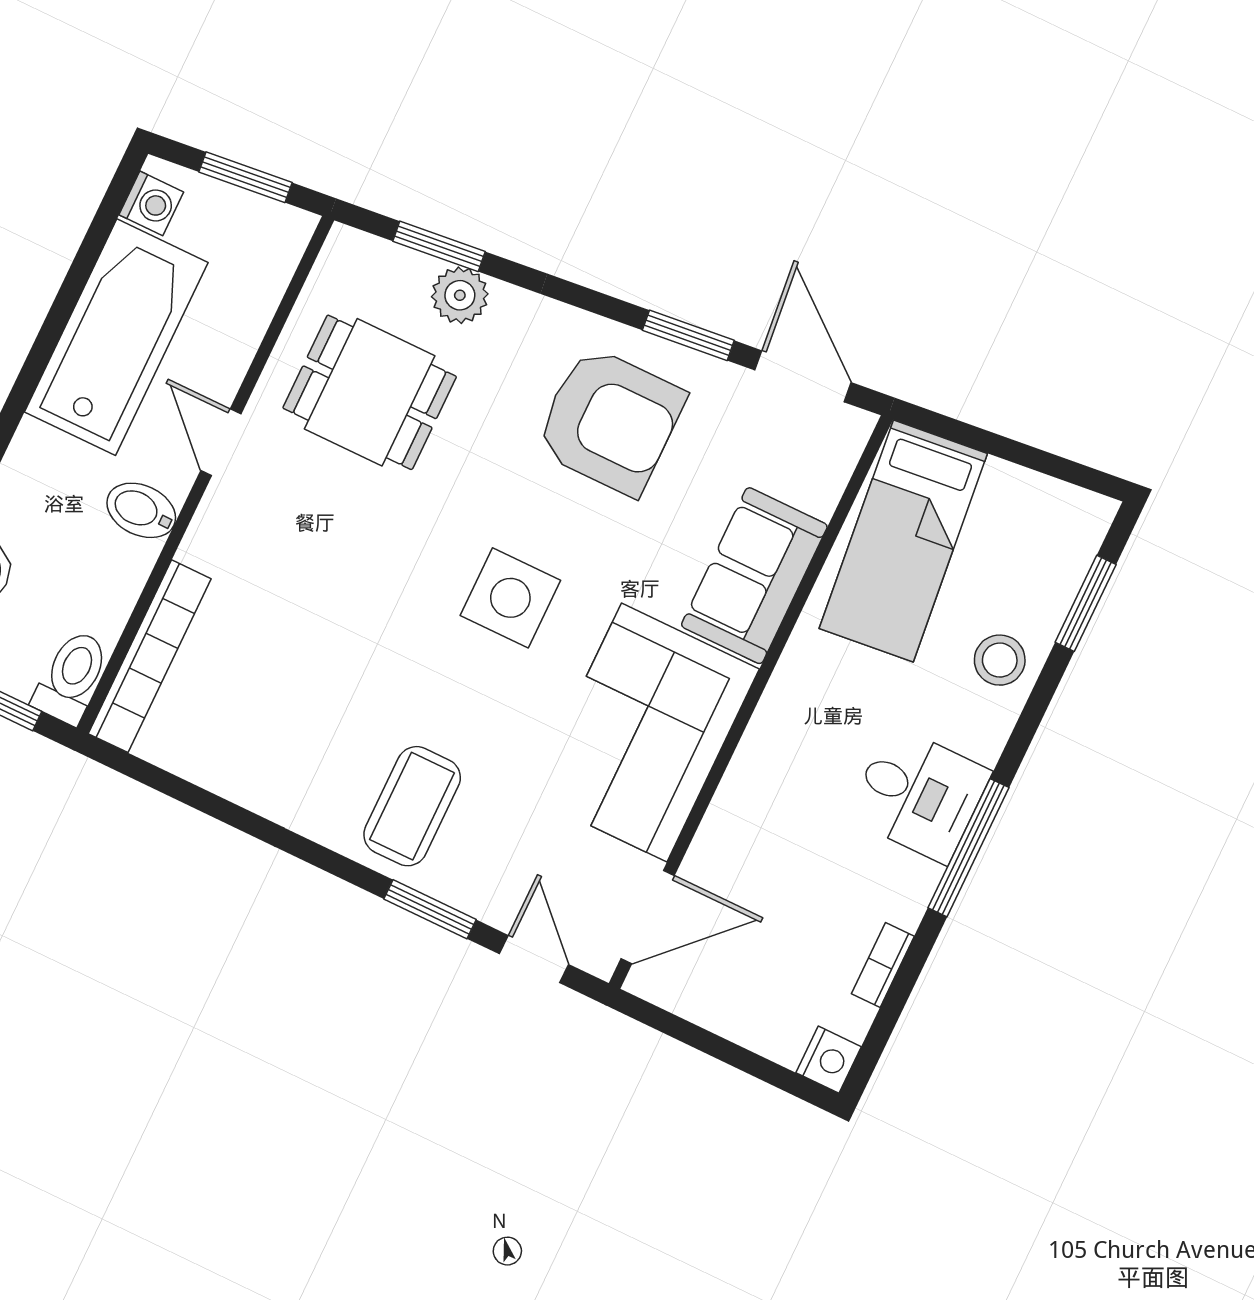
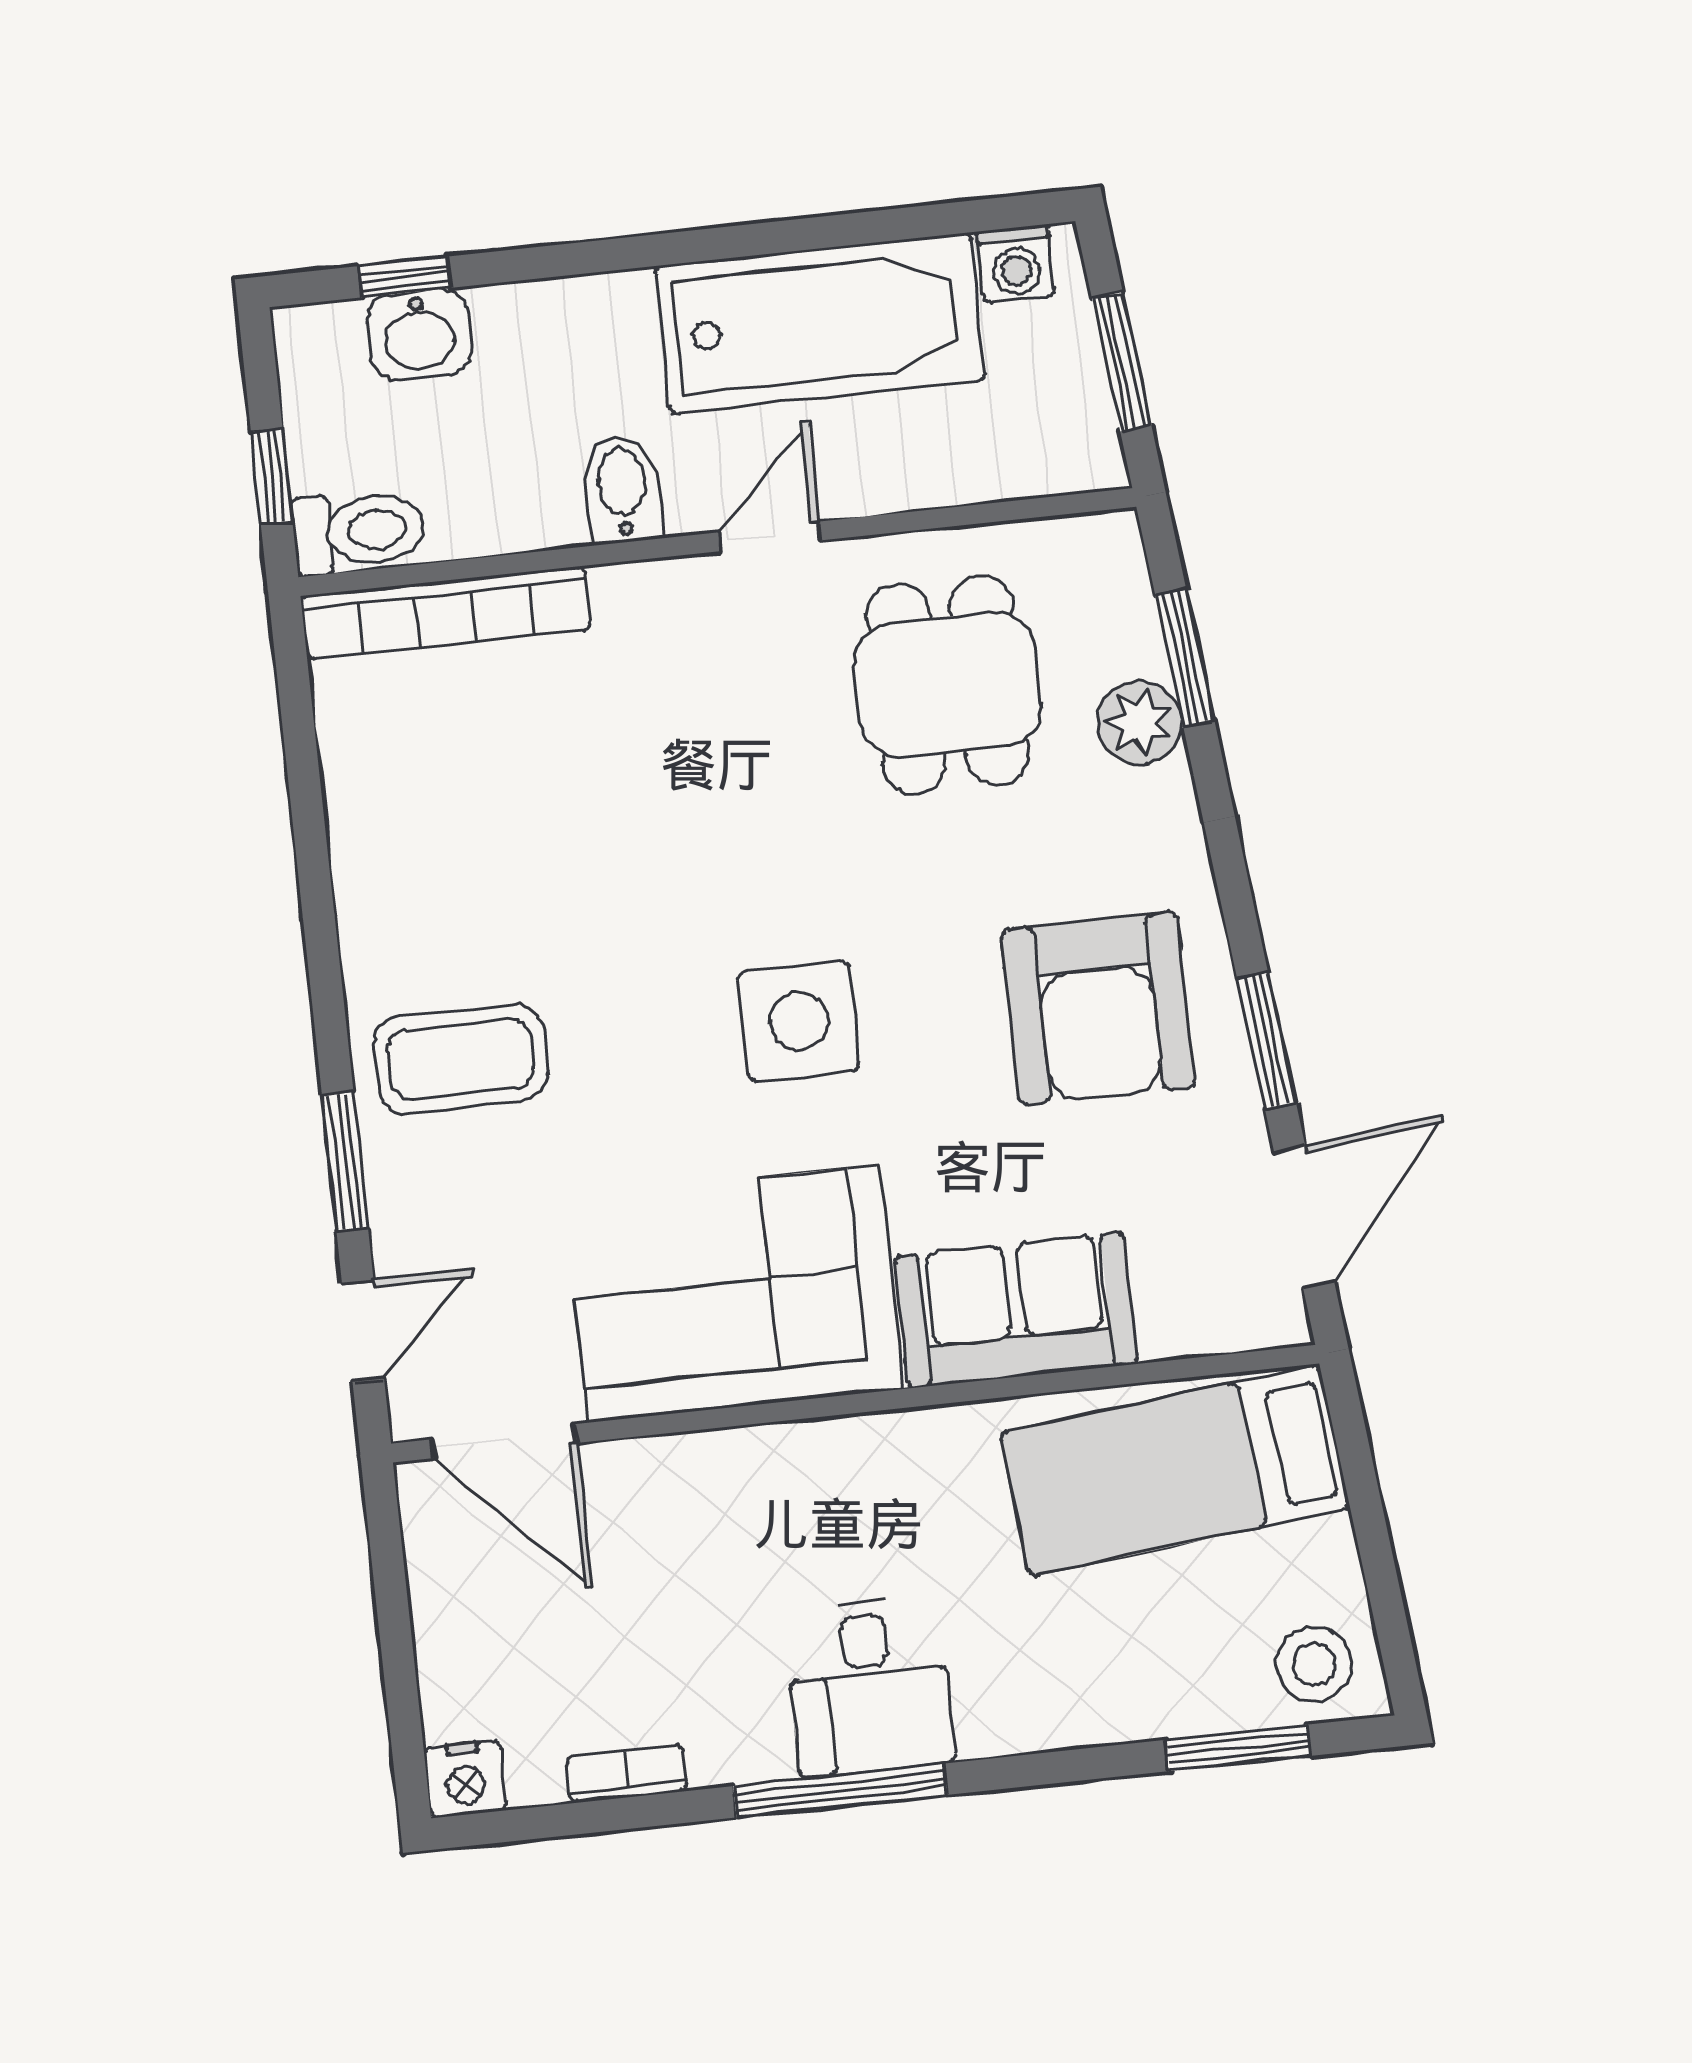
stool: (1000, 660) -> (1314, 1664), moved

